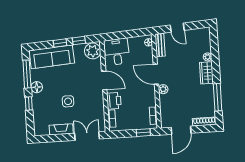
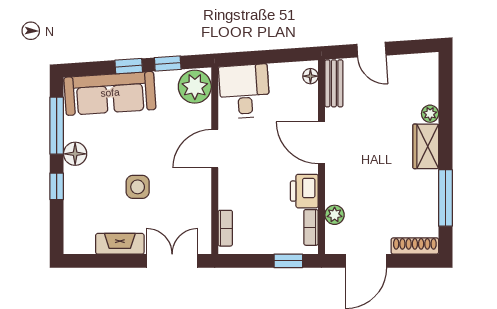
door: (104, 80) -> (215, 149), swing flipped
plant: (163, 89) -> (335, 215), moved
printer: (114, 101) -> (304, 191), moved, turned 180

